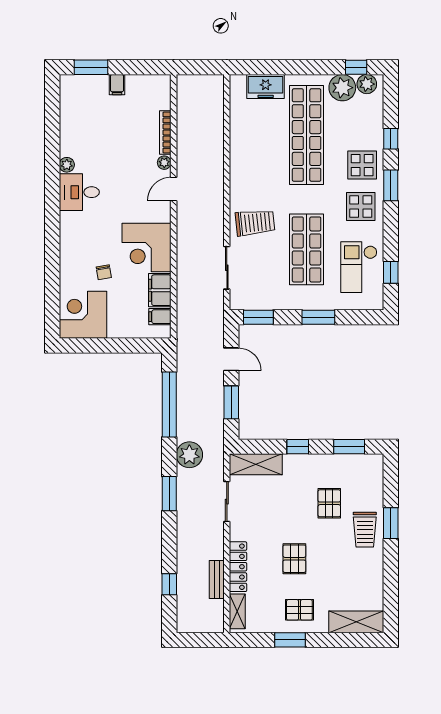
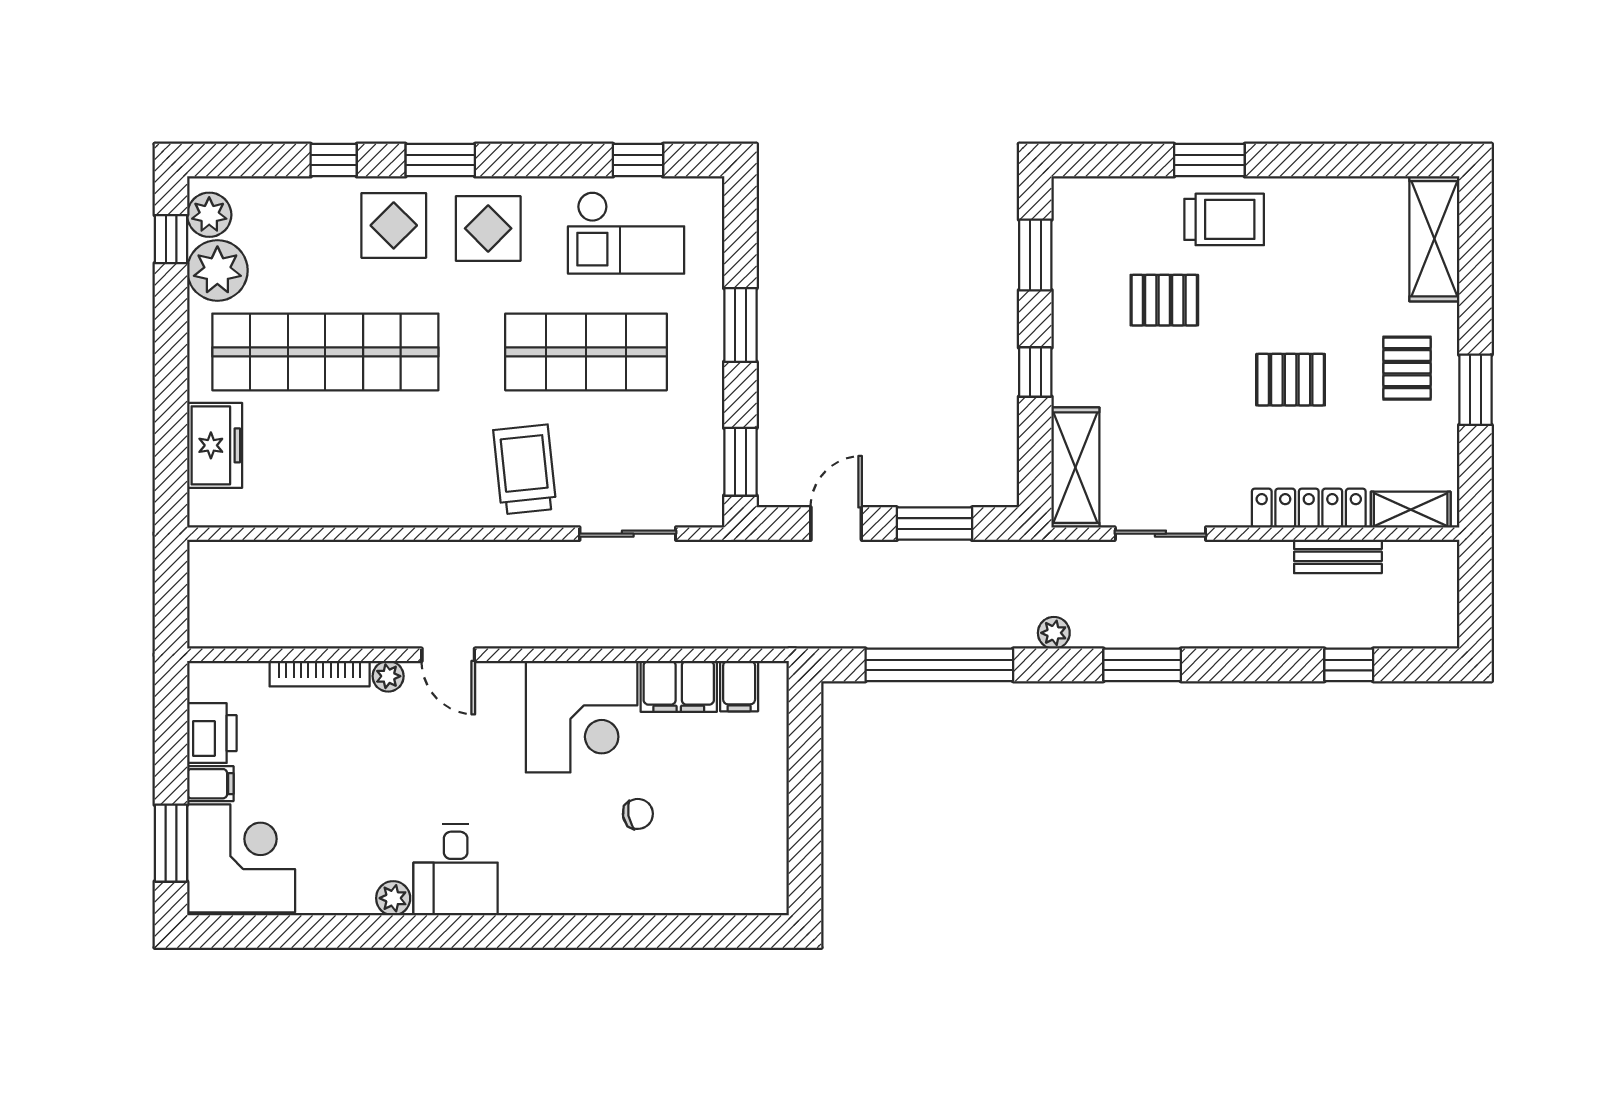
printer: (139, 85) -> (212, 733), added
corner desk: (83, 315) -> (241, 858), moved, turned 180
plant: (189, 455) -> (1054, 633), width x0.53, depth x0.53

